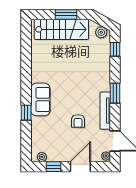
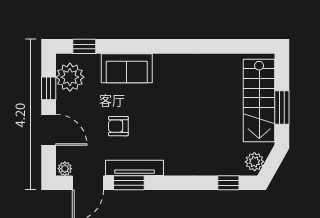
window: (115, 93) -> (129, 183), moved
sofa: (40, 99) -> (127, 68), moved
window: (26, 113) -> (84, 46), moved
plant: (42, 157) -> (70, 77), width x1.88, depth x1.88

